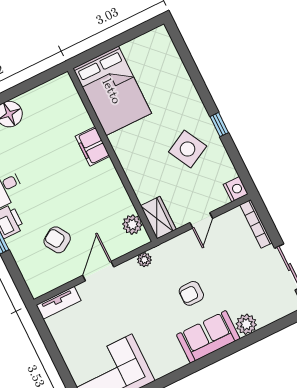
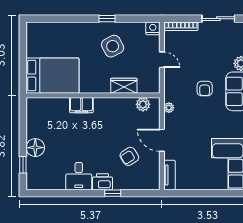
wardrobe: (158, 218) -> (124, 86), moved

